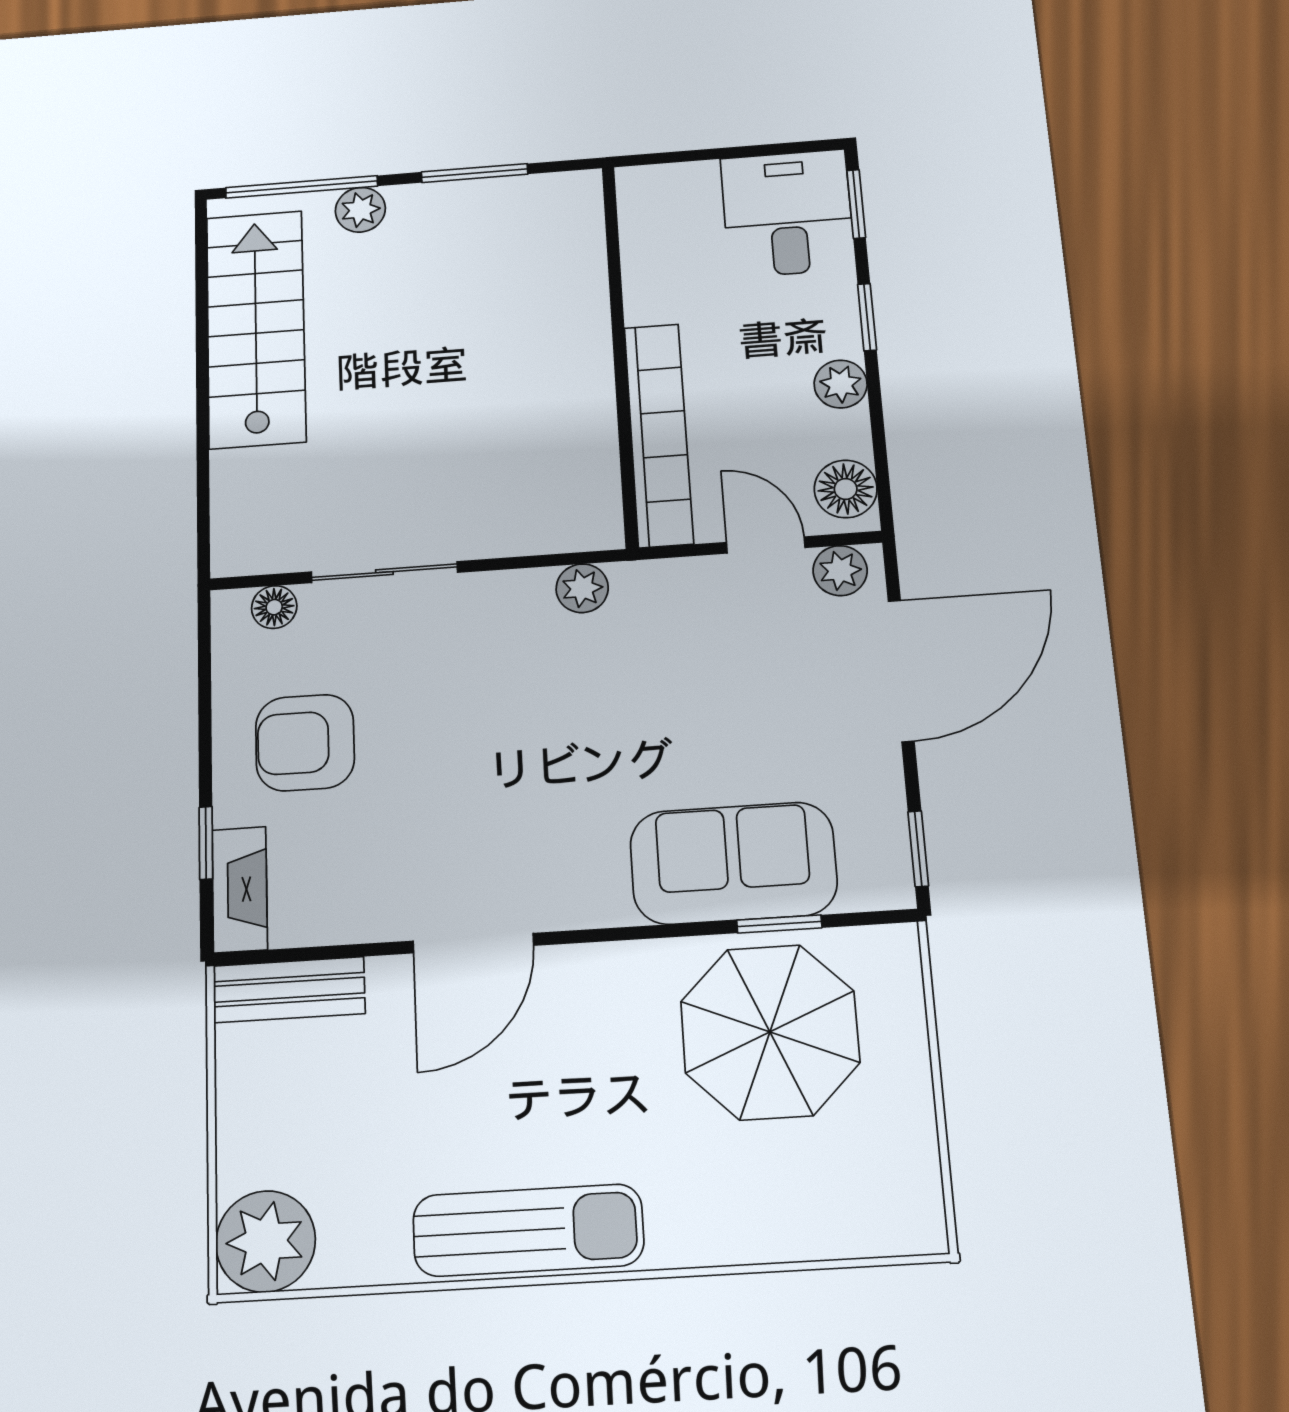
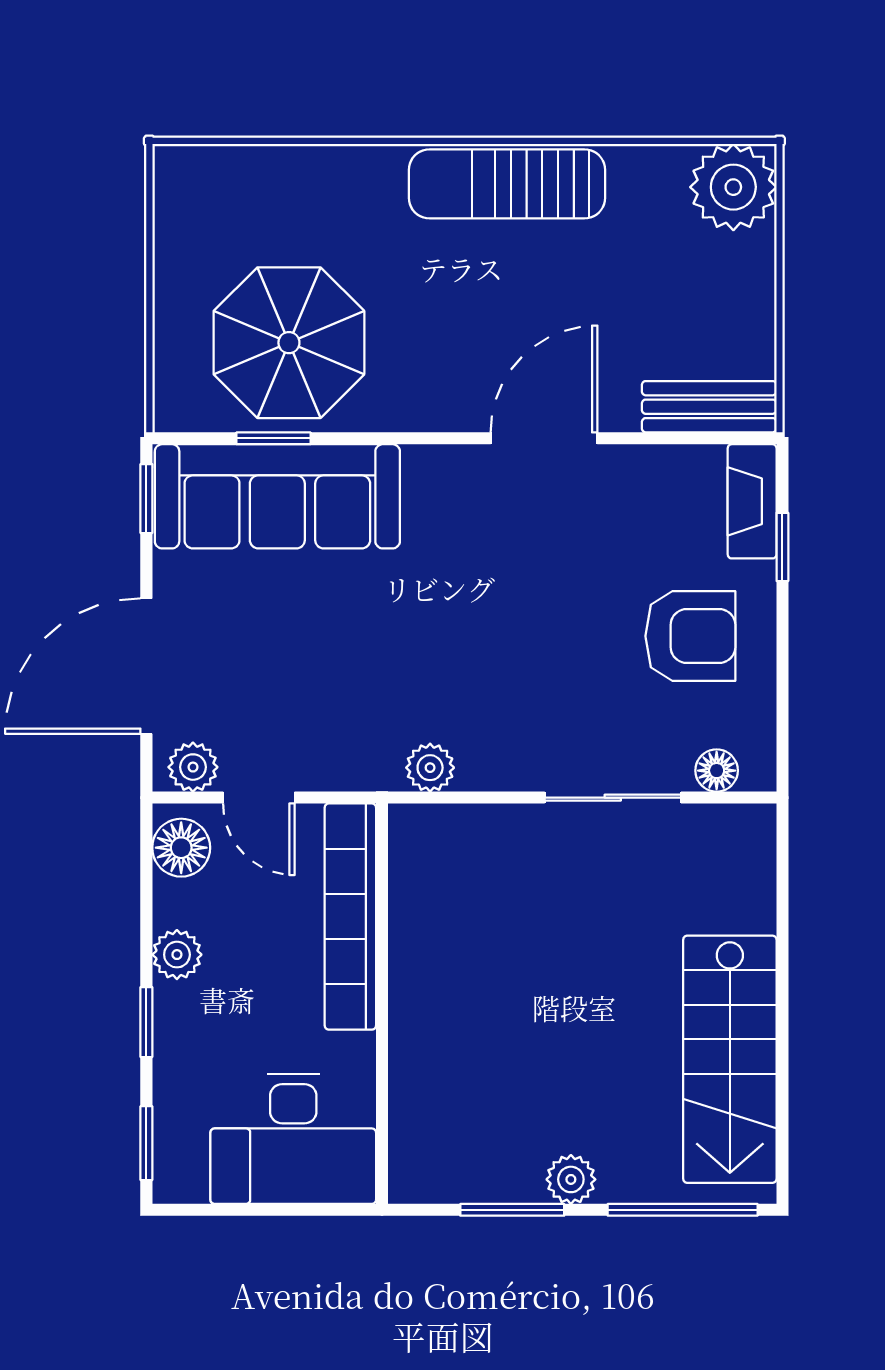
plant: (360, 210) -> (571, 1179), moved
desk: (787, 213) -> (293, 1139), moved, width x1.37
sofa: (733, 863) -> (277, 496), width x1.36

